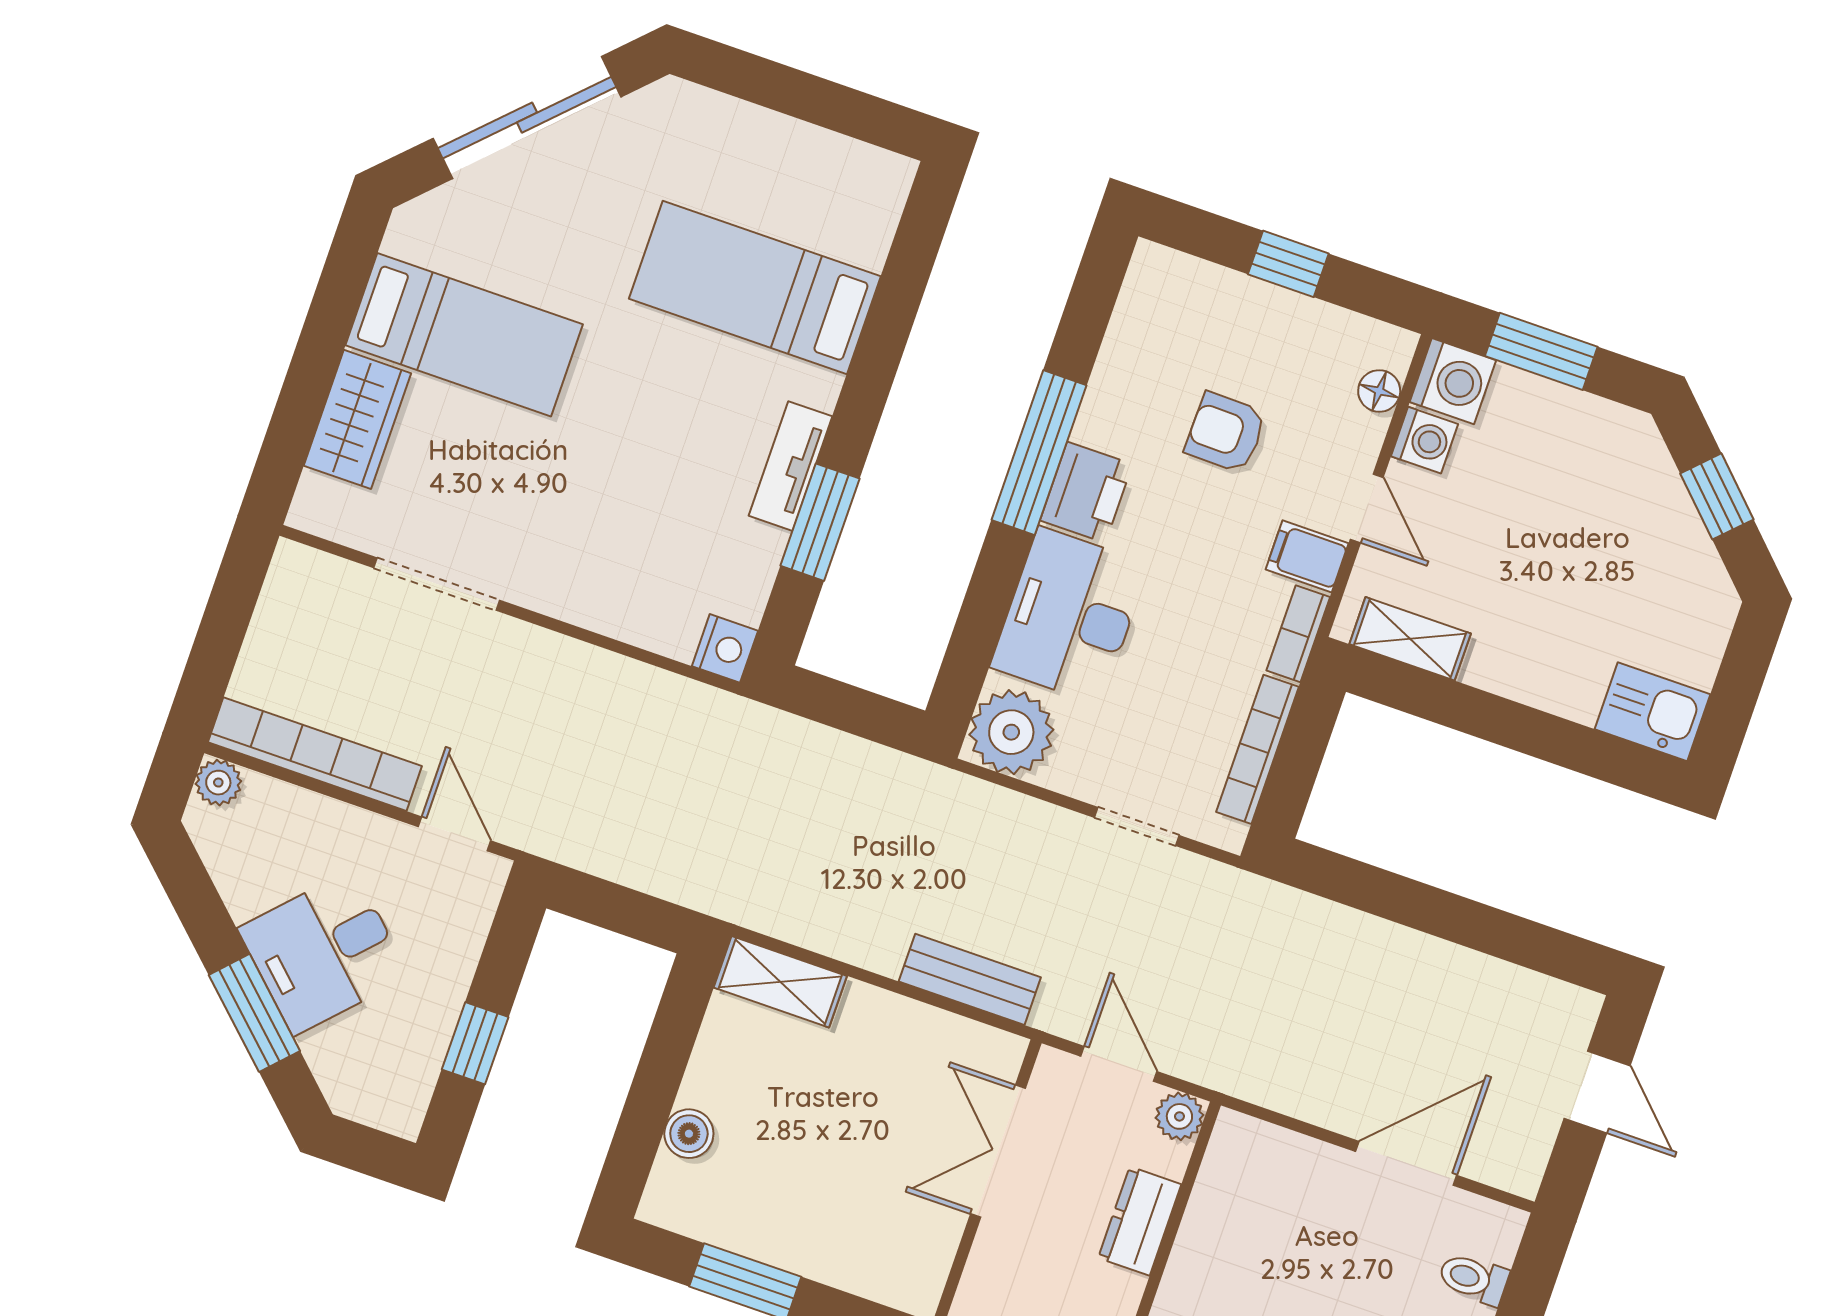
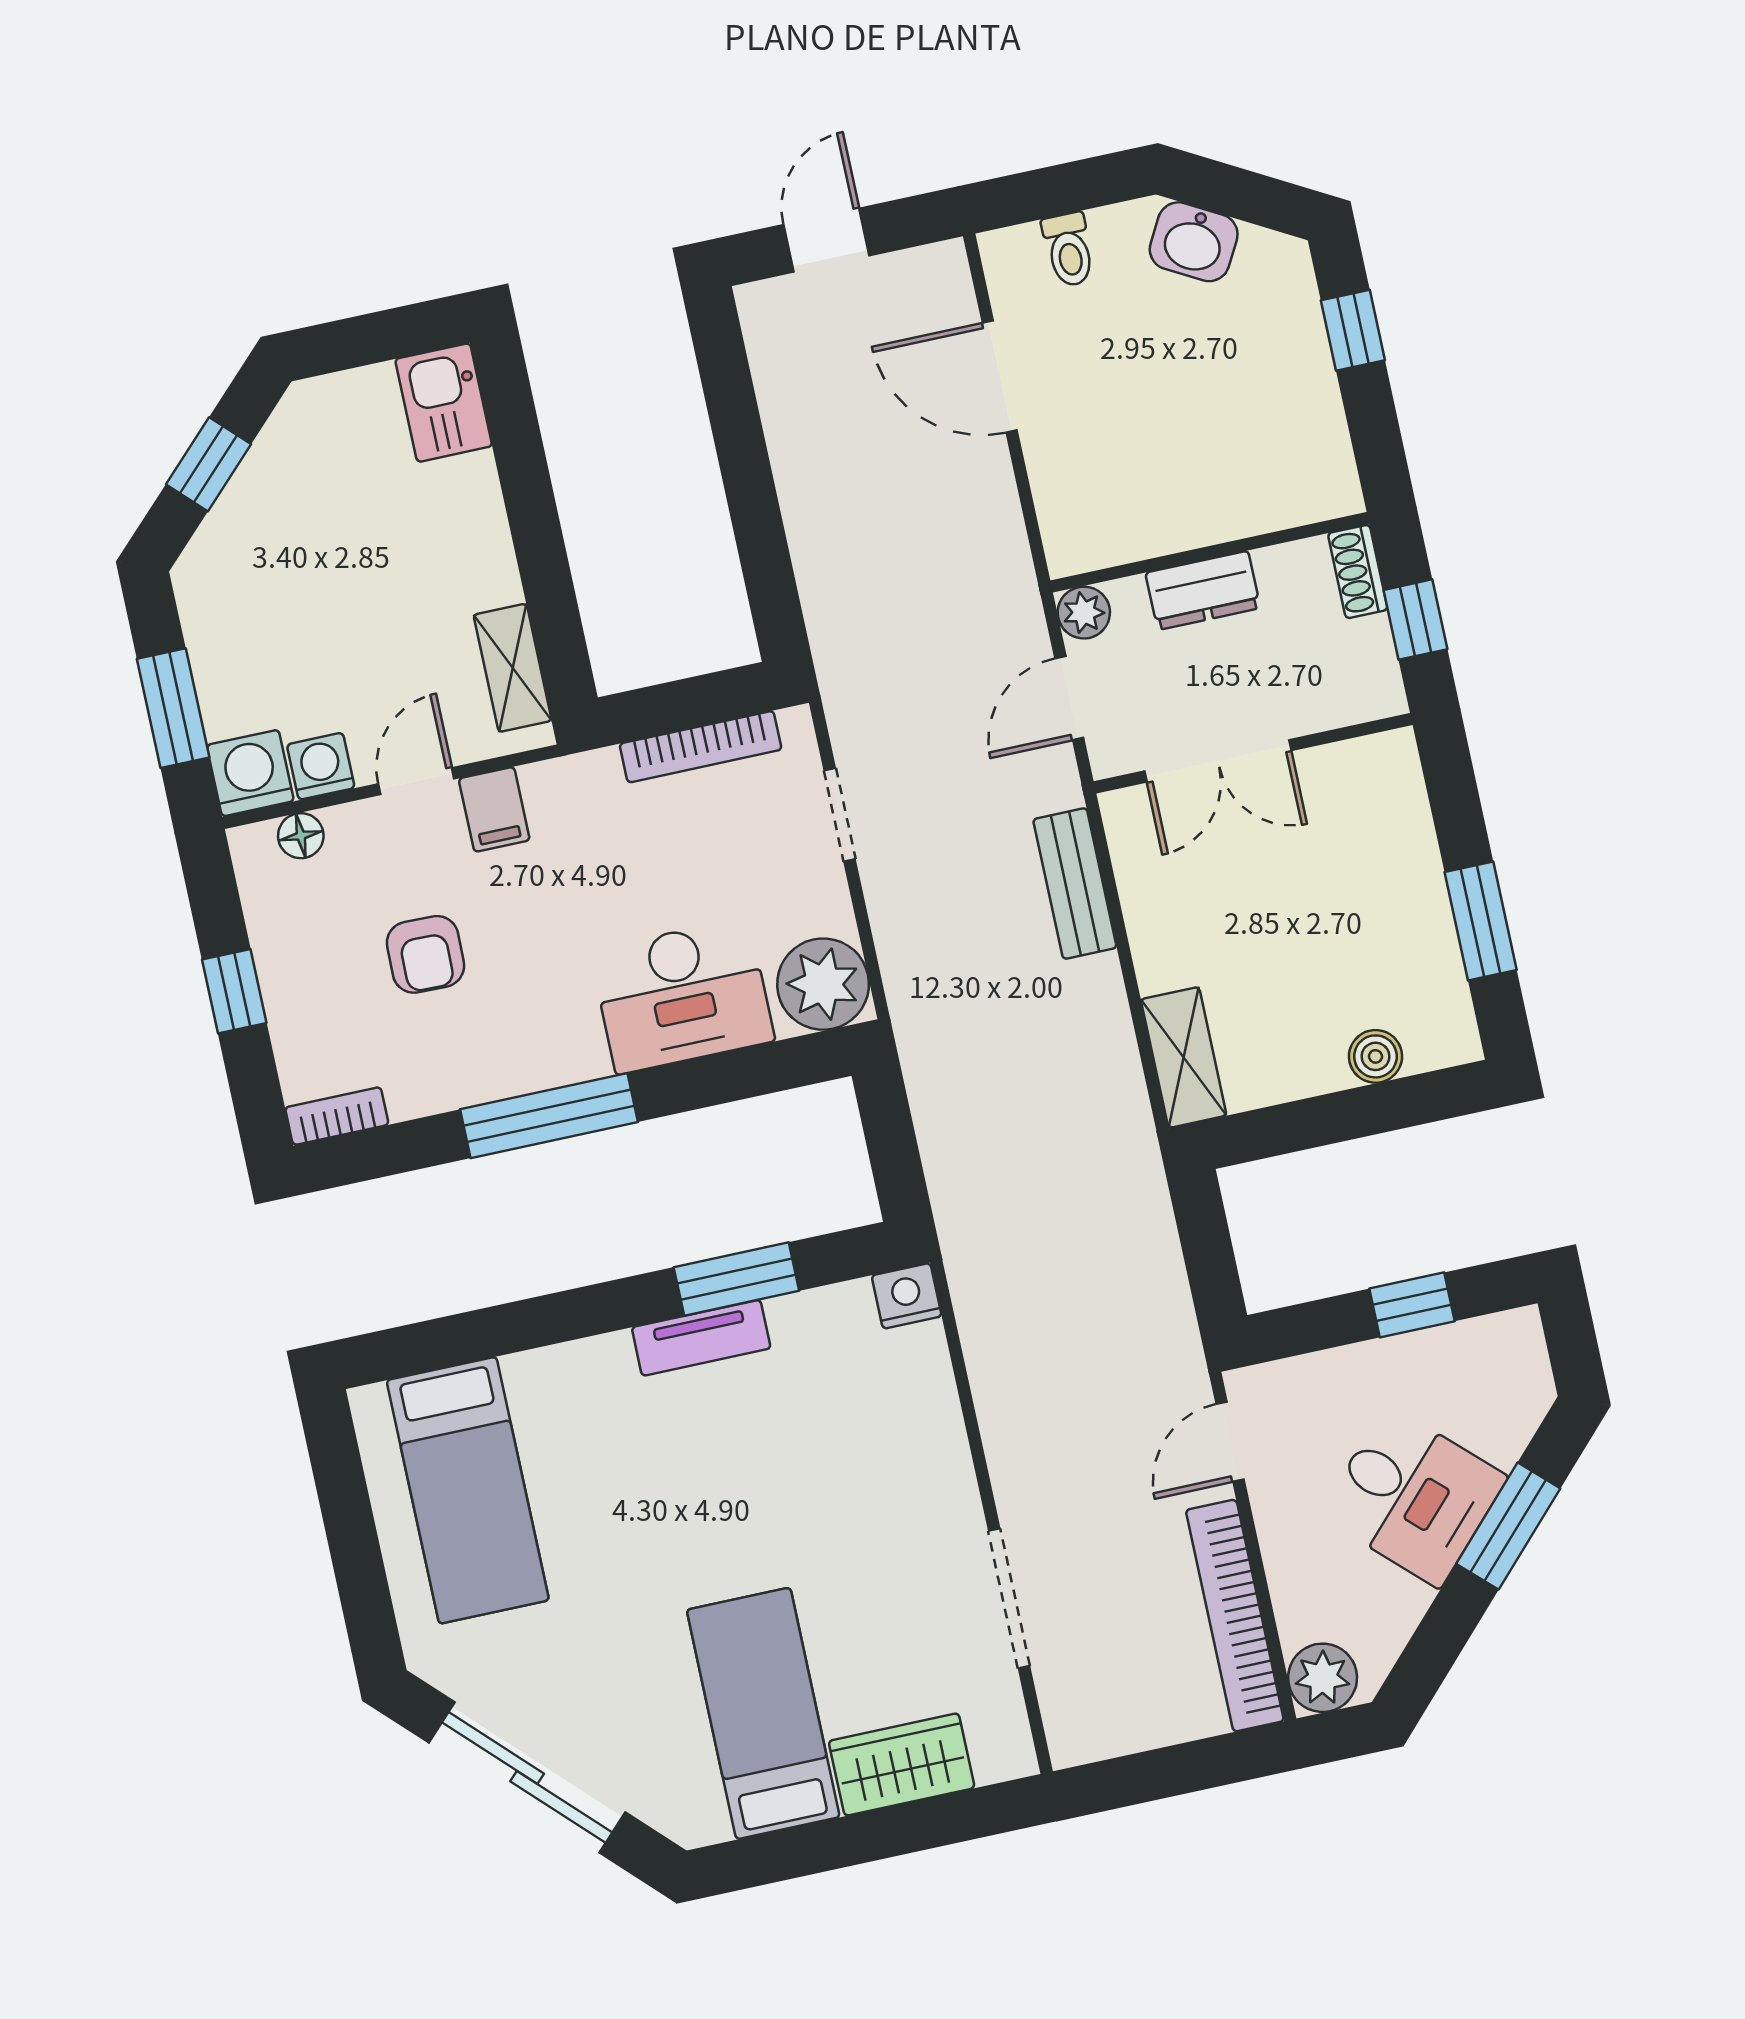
bed: (755, 287) -> (468, 1490), moved
printer: (1086, 492) -> (559, 1050), removed
bookcase: (1298, 634) -> (337, 1116), moved, turned 180
plant: (218, 783) -> (1323, 1678), width x1.38, depth x1.38

